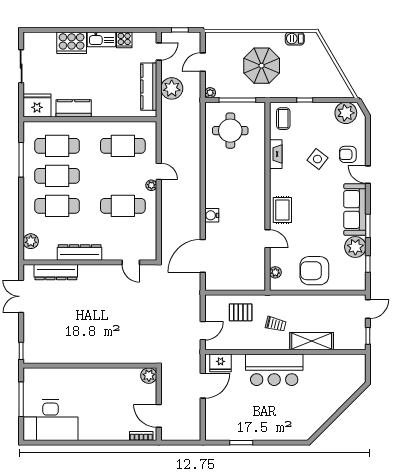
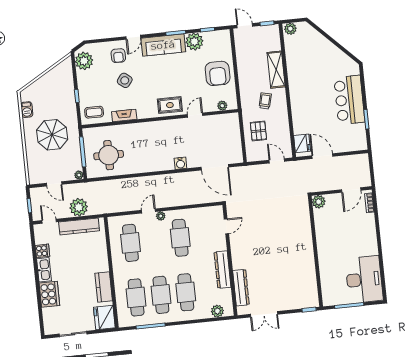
plant: (359, 363) -> (290, 29), added
bar counter: (274, 370) -> (349, 100), moved, turned 180

